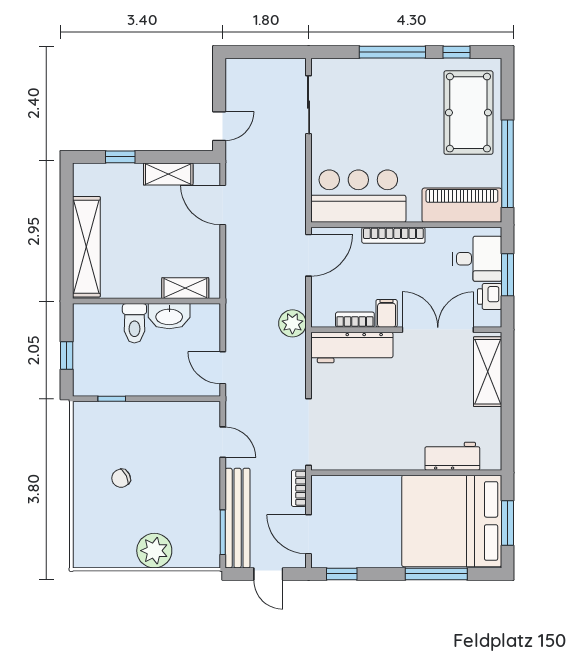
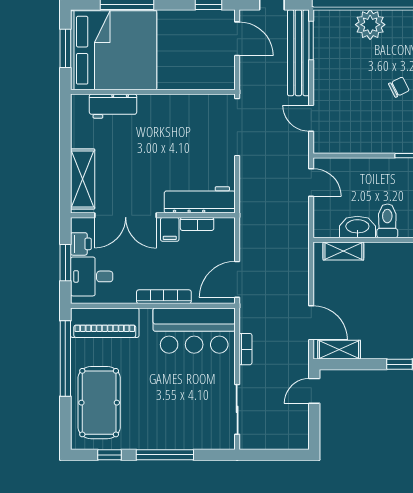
shelving: (168, 174) -> (339, 350), moved
plant: (292, 323) -> (251, 221), removed
bookcase: (299, 488) -> (245, 349), moved

